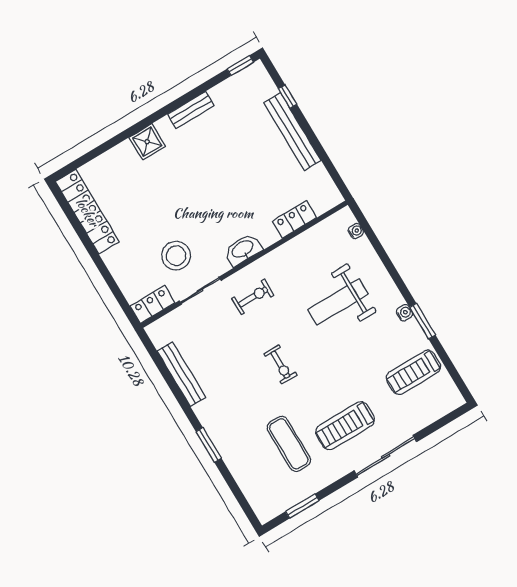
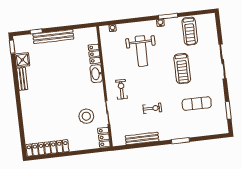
shower: (147, 142) -> (22, 60), moved
washbasin: (243, 250) -> (96, 74), moved
exercise bike: (280, 365) -> (152, 108), moved
treadmill: (345, 426) -> (182, 69), moved

